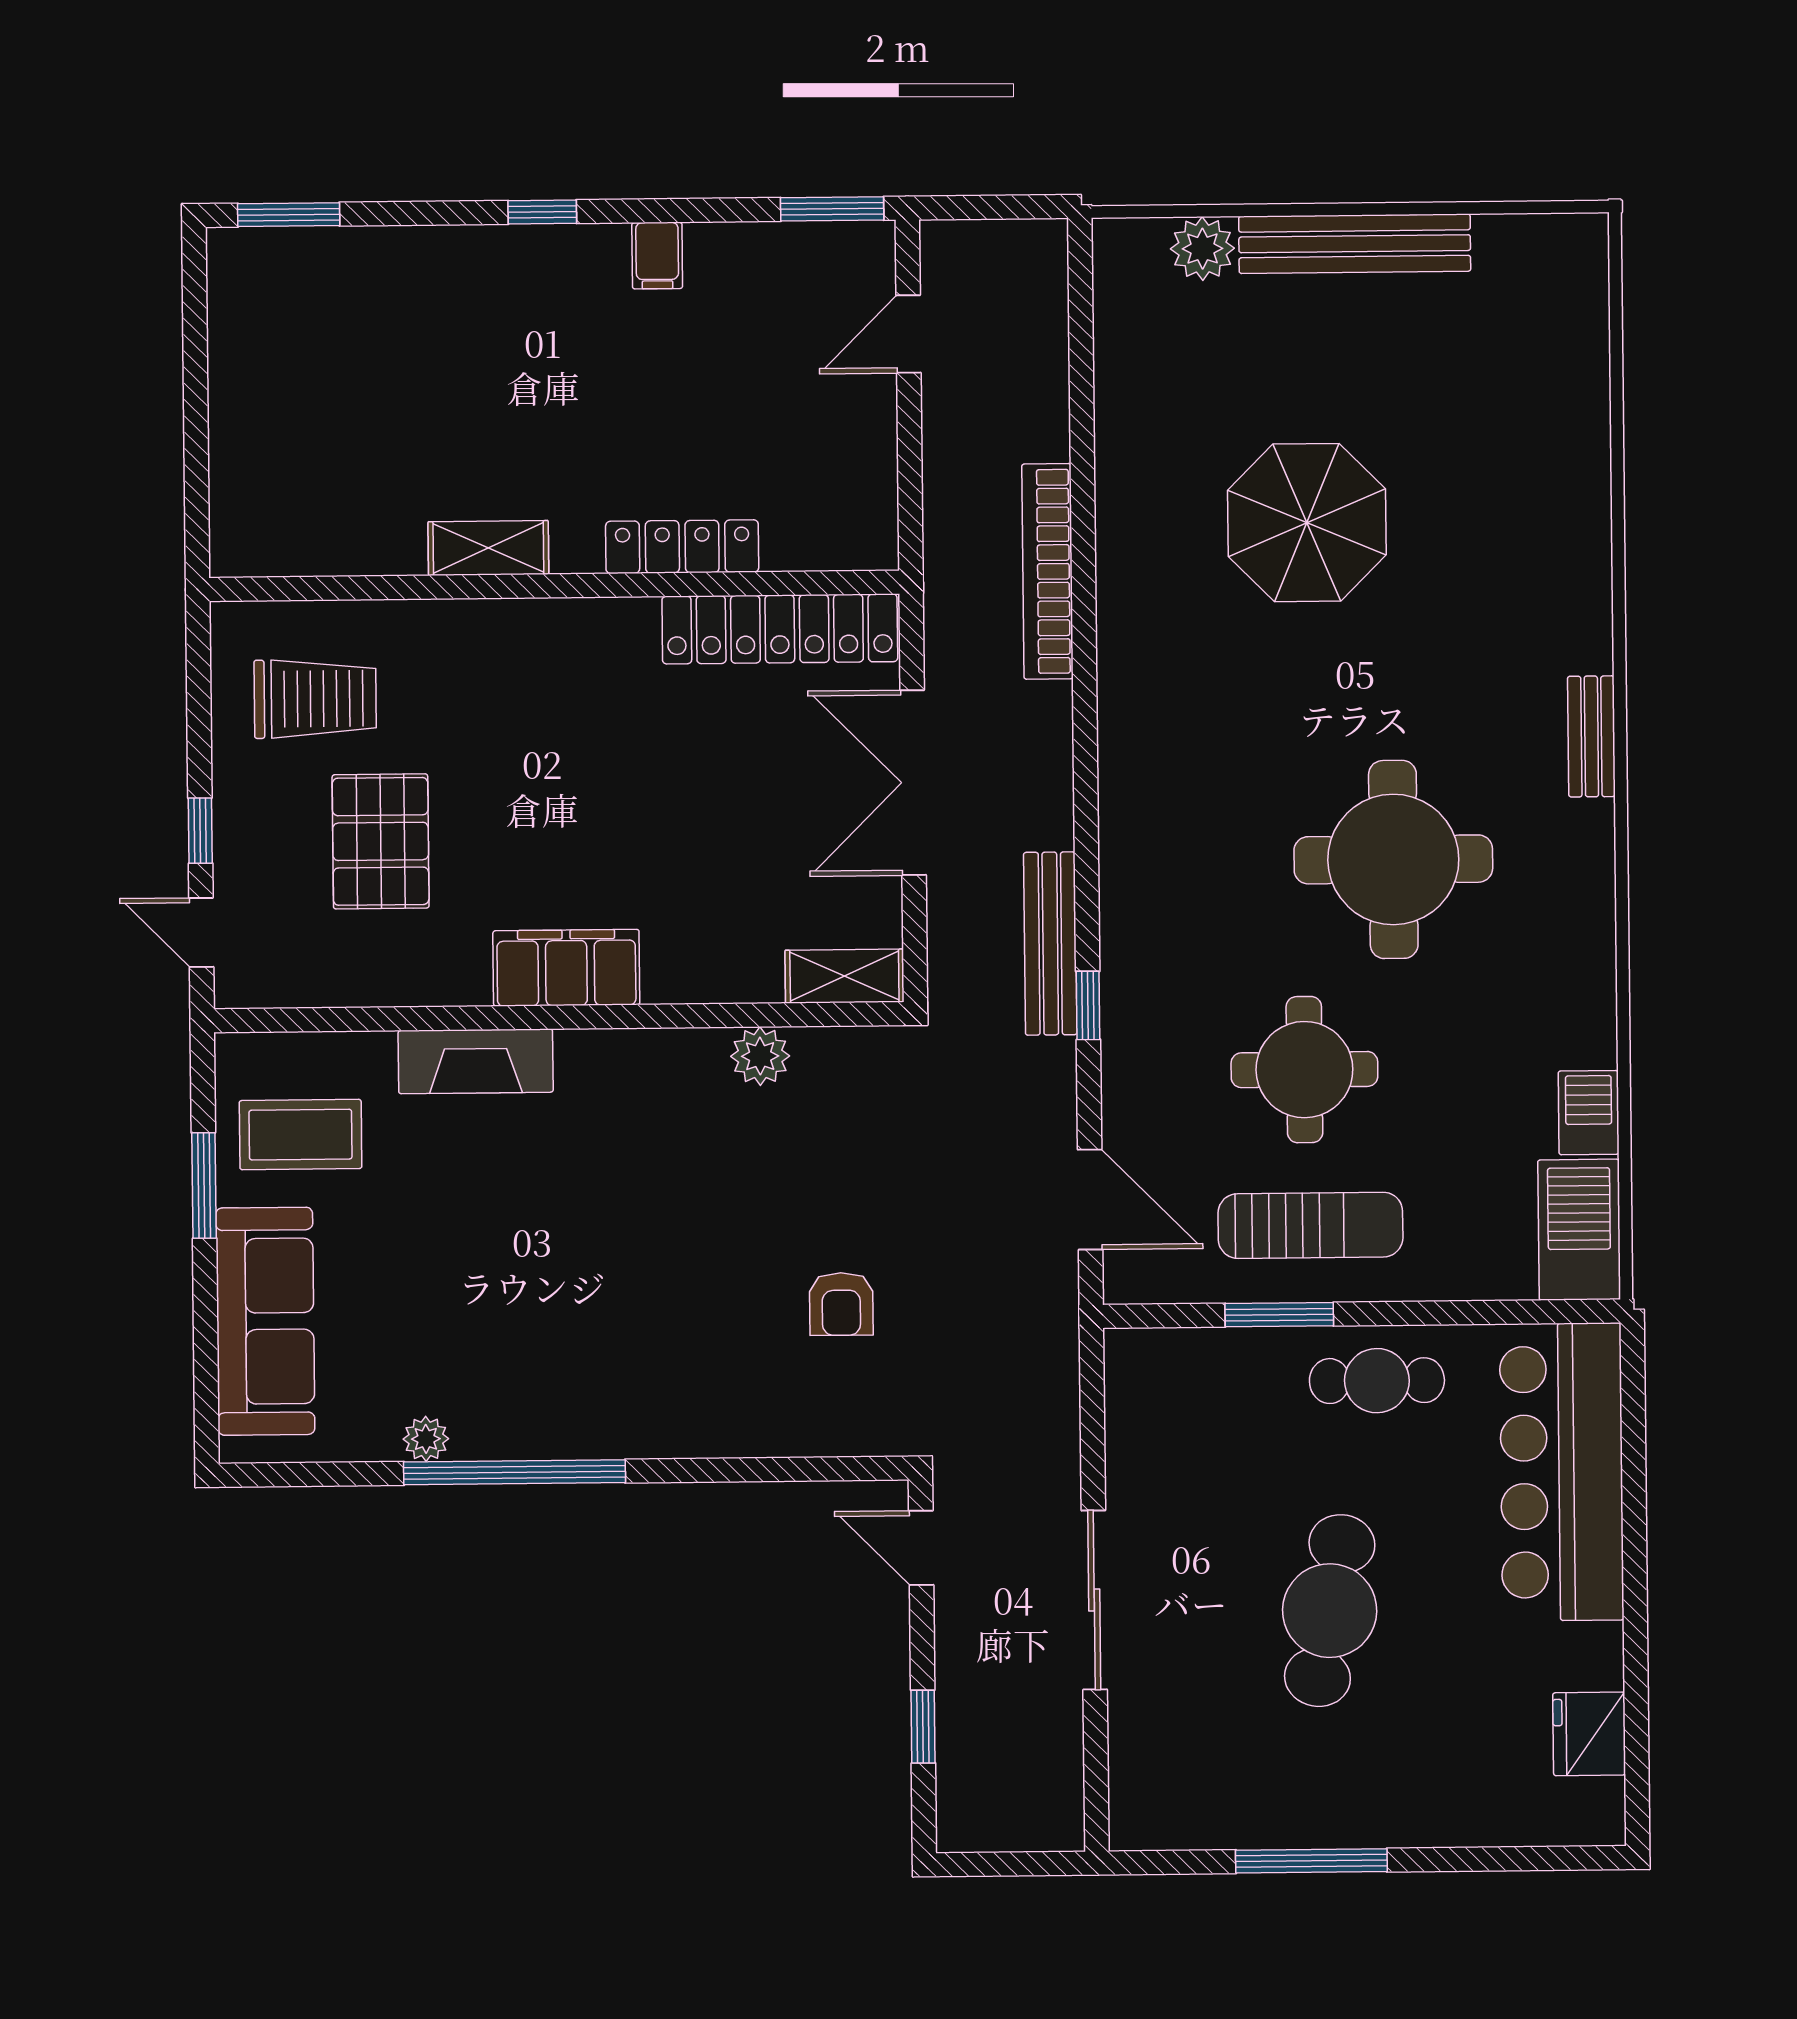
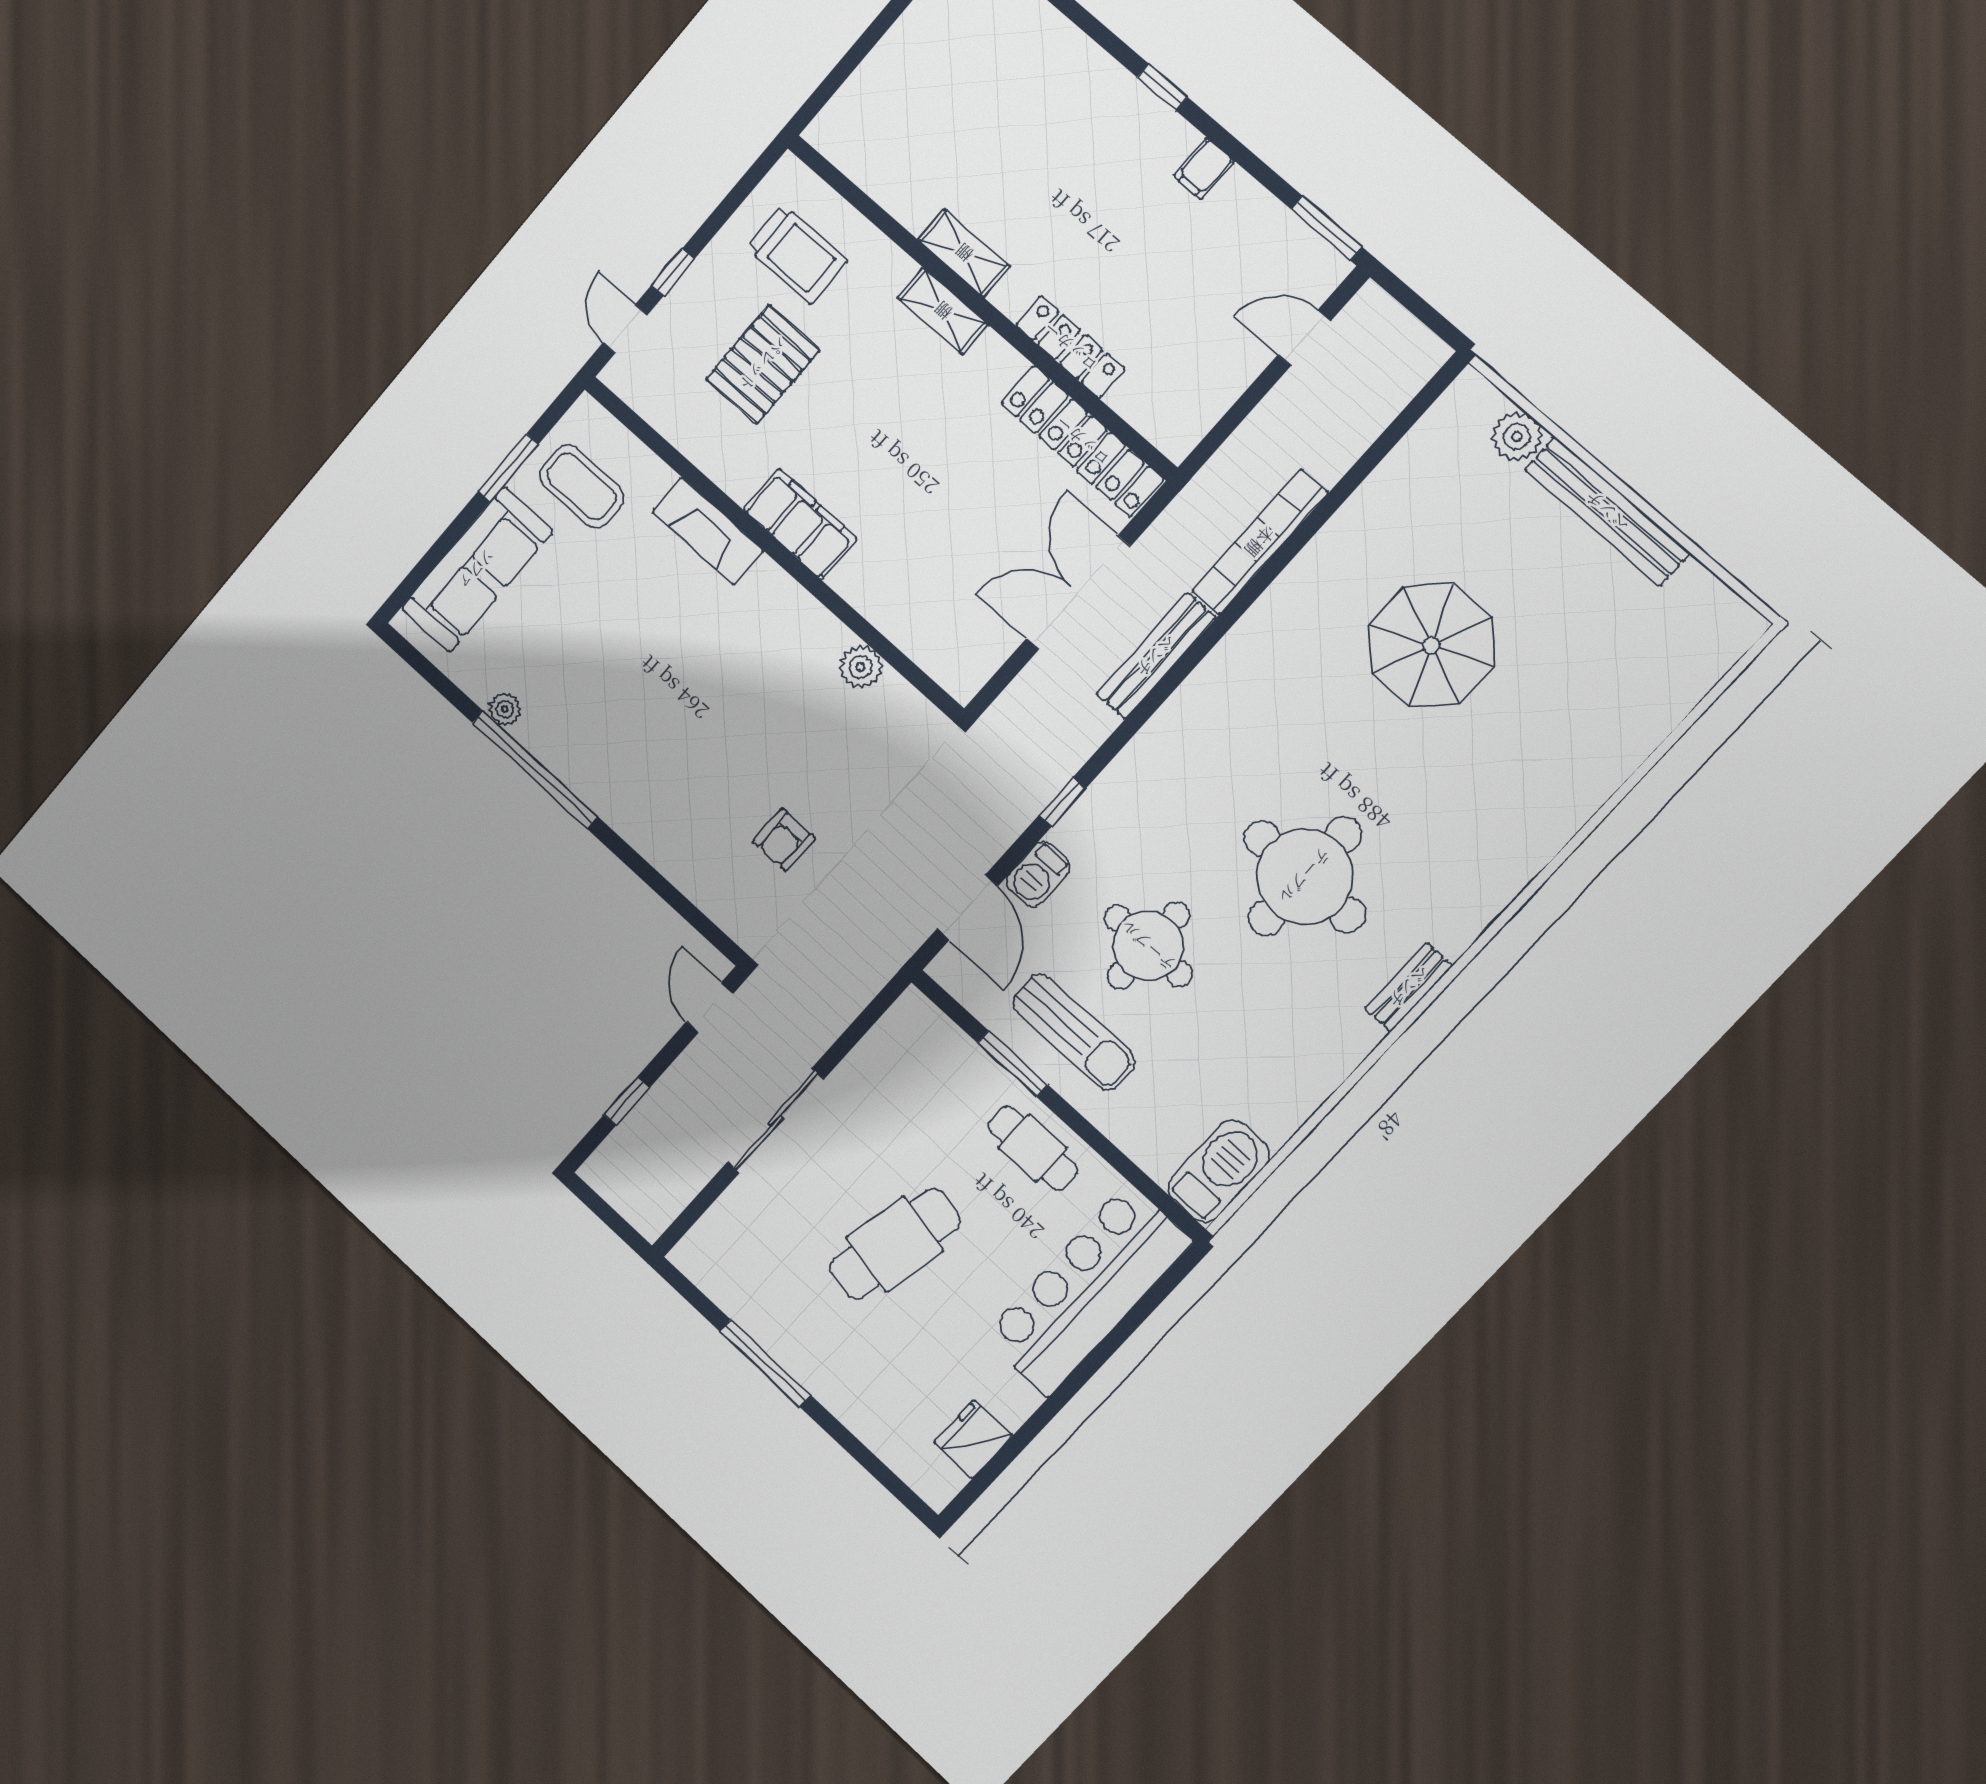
bench: (1591, 736) -> (1409, 987), moved
bench: (1050, 944) -> (1156, 656), moved
shelving: (844, 976) -> (943, 311), moved
barbecue: (1589, 1113) -> (1038, 874), moved, turned 180

